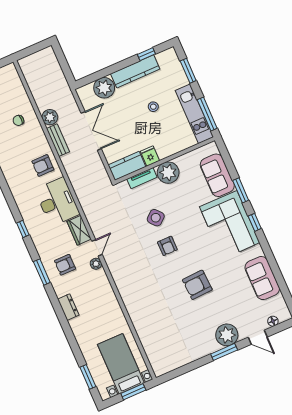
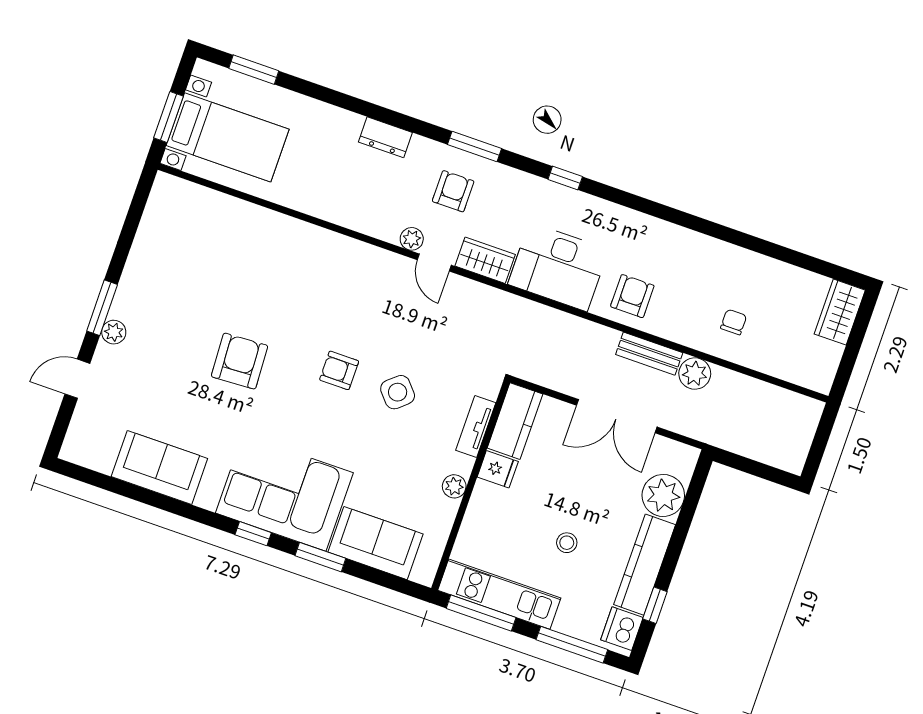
dishwasher: (166, 58) -> (622, 629), added
window: (188, 71) -> (572, 645), width x1.44
plant: (168, 173) -> (454, 486), width x0.53, depth x0.53
floor lamp: (273, 321) -> (80, 424), removed
plant: (227, 335) -> (114, 332), width x0.53, depth x0.53

